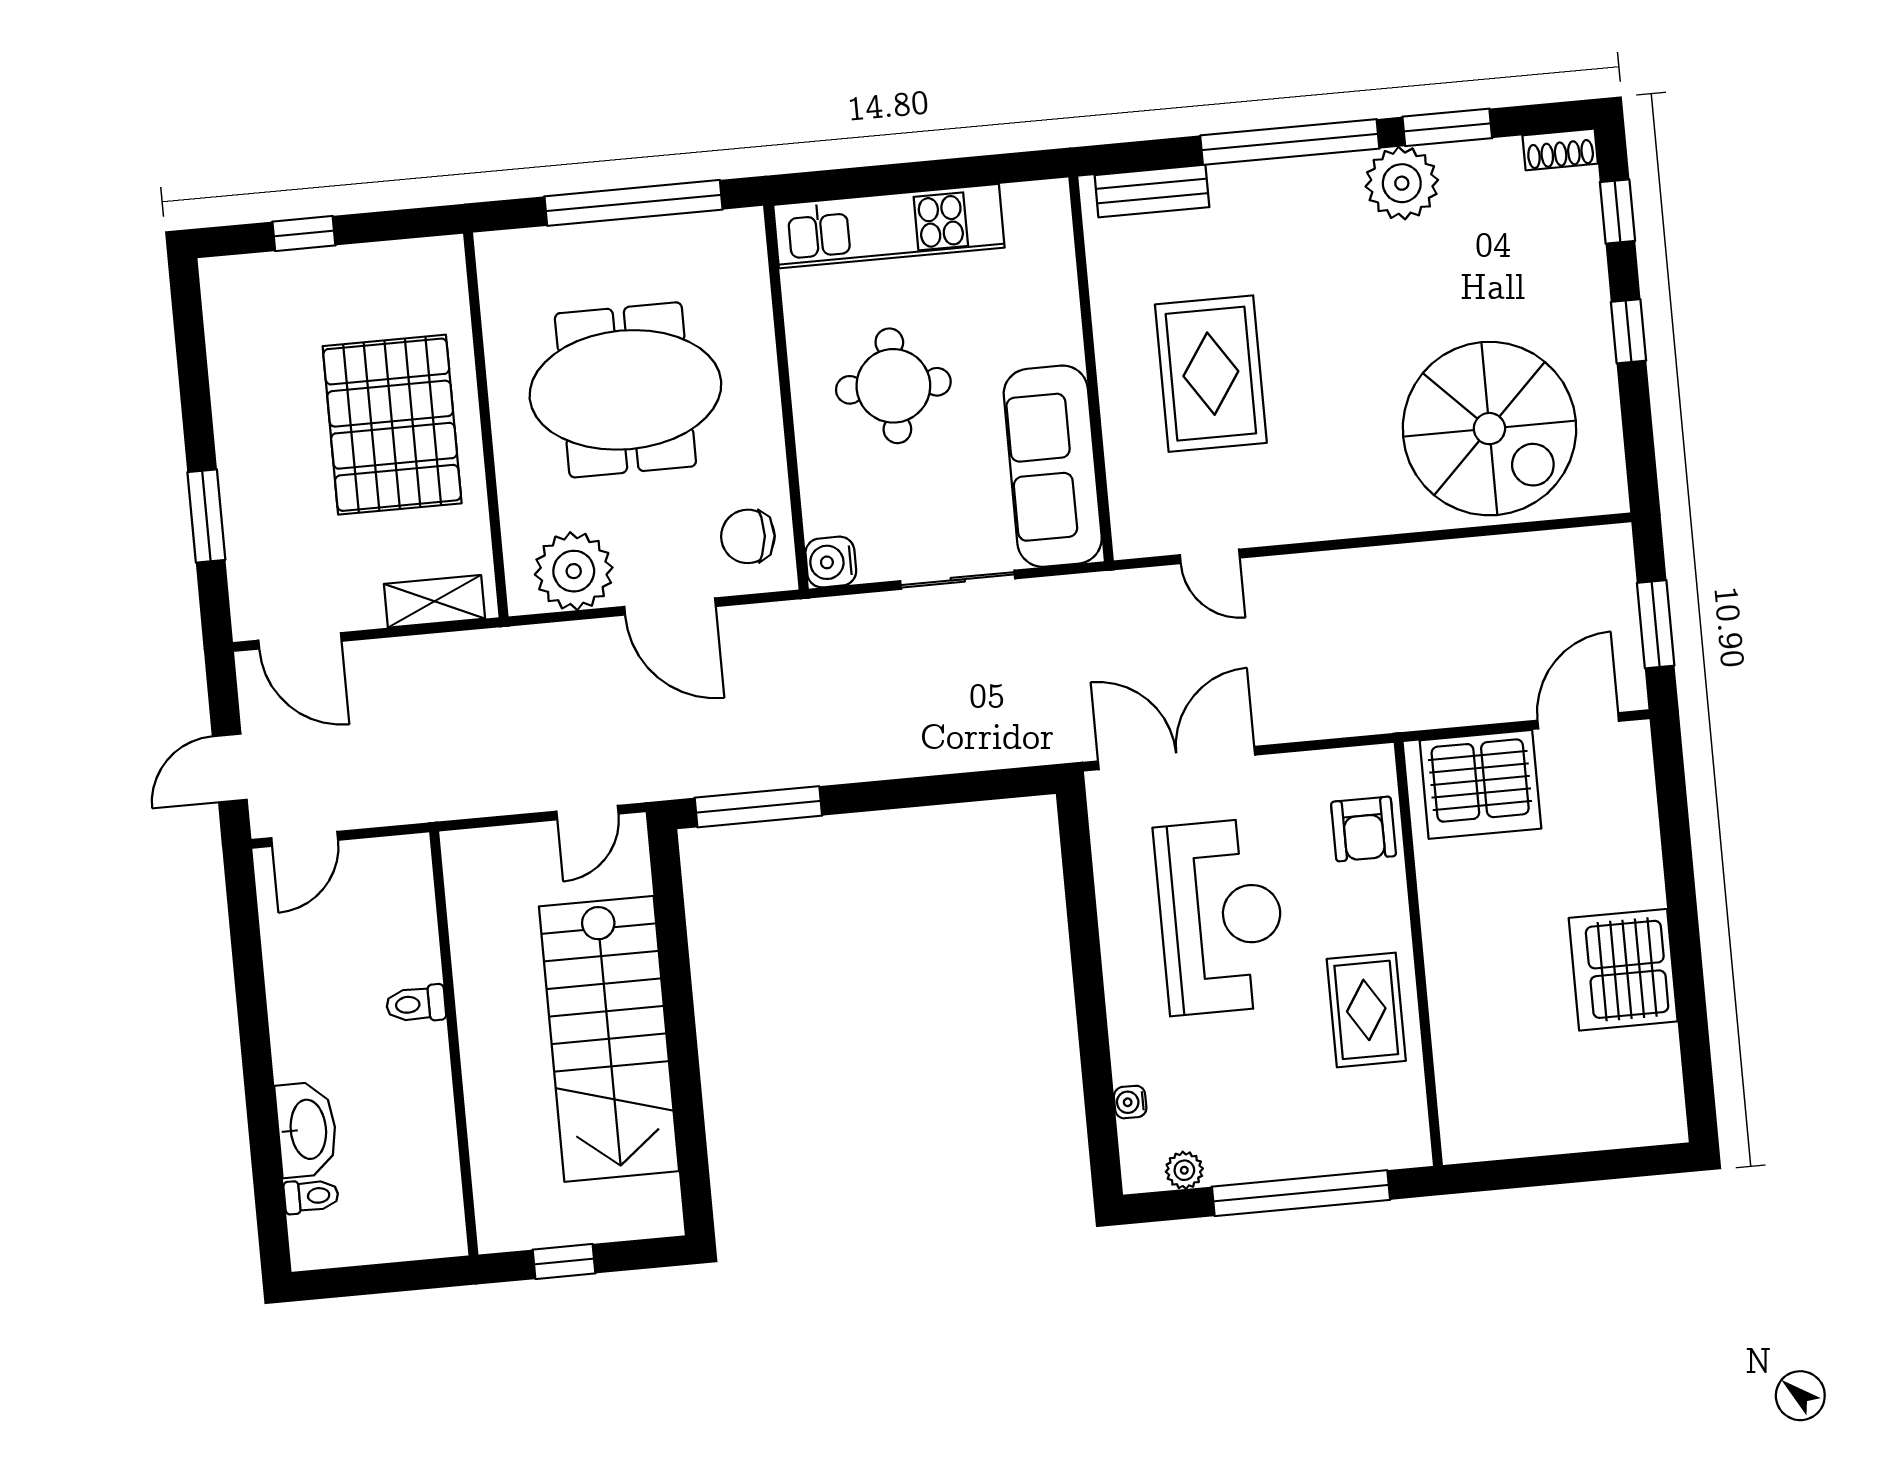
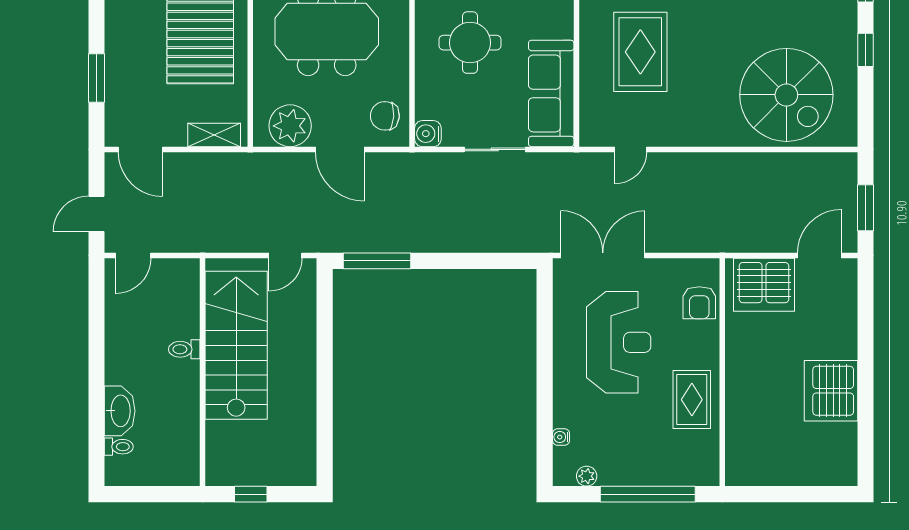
door: (1210, 556) -> (631, 149), hinge flipped
stairs: (609, 1039) -> (236, 345), moved, turned 180

